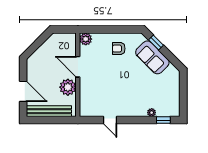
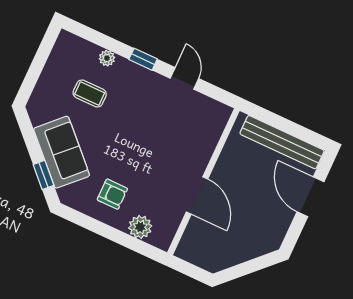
plant: (86, 39) -> (140, 227), moved
plant: (68, 87) -> (231, 168), removed
coffee table: (152, 92) -> (90, 94), added
window: (163, 120) -> (143, 59), moved

